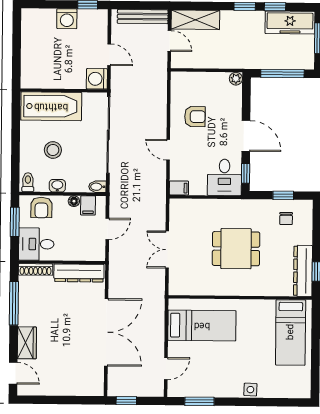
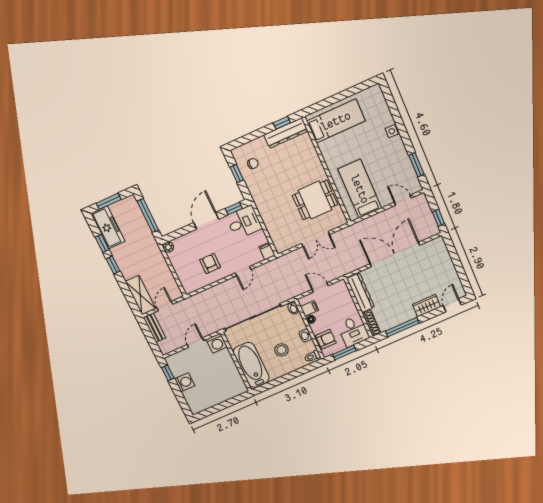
bench: (143, 17) -> (155, 328), width x0.73
dining table: (236, 249) -> (315, 200), moved, turned 90

